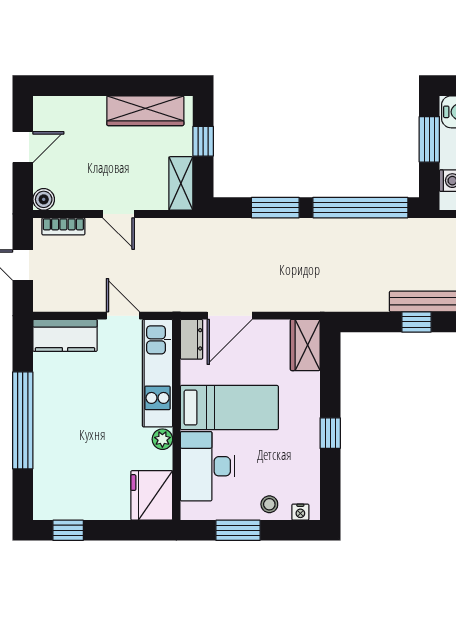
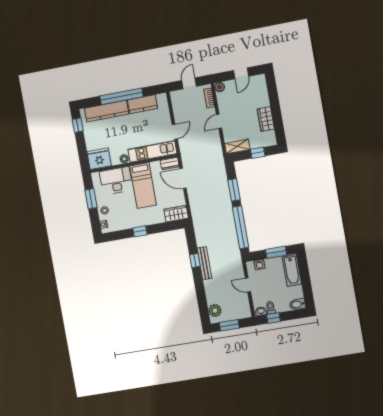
wardrobe: (145, 111) -> (266, 119), width x0.67
door: (23, 147) -> (241, 73), hinge flipped
kitchen counter: (65, 335) -> (142, 104), moved, turned -90
kitchen counter: (49, 459) -> (107, 111), added

